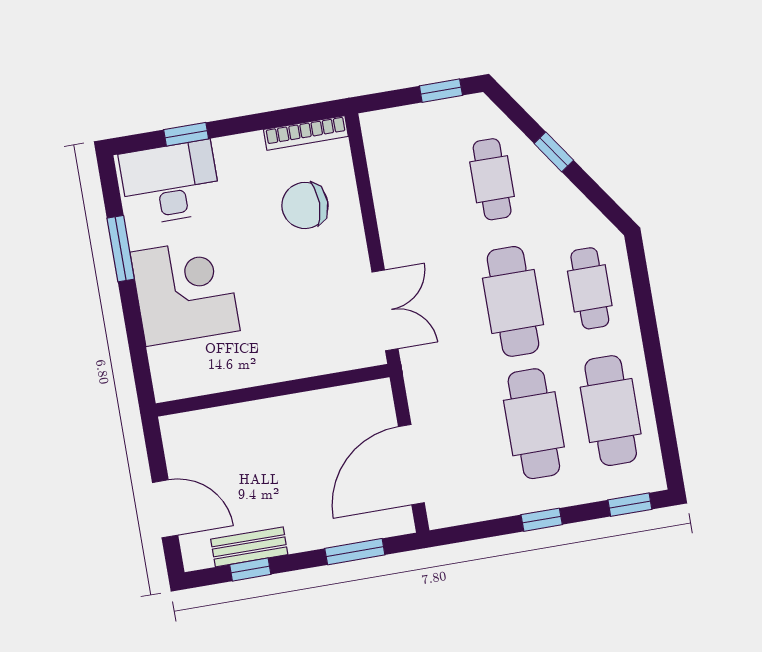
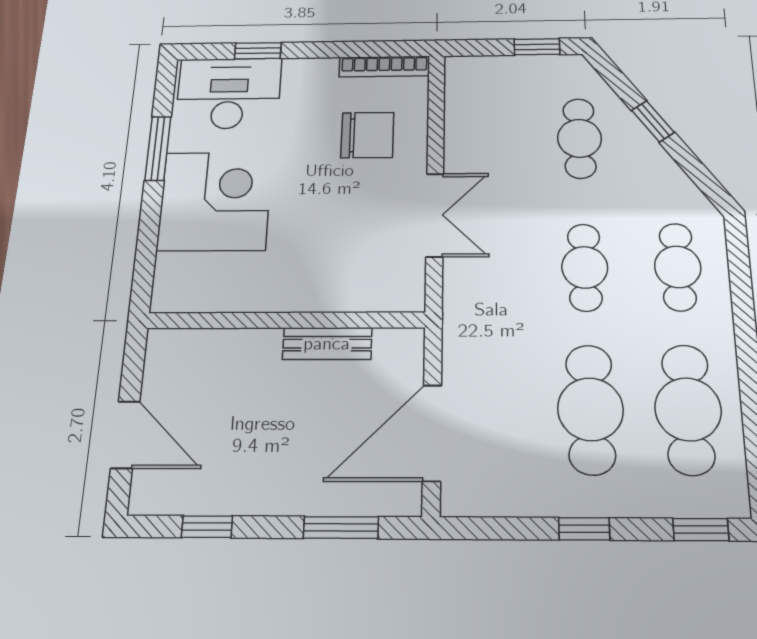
chair: (305, 205) -> (367, 135), turned 180
cafe table: (513, 301) -> (585, 267), width x0.73, depth x0.74
double door: (385, 310) -> (435, 215), moved
bench: (249, 547) -> (327, 344), moved

